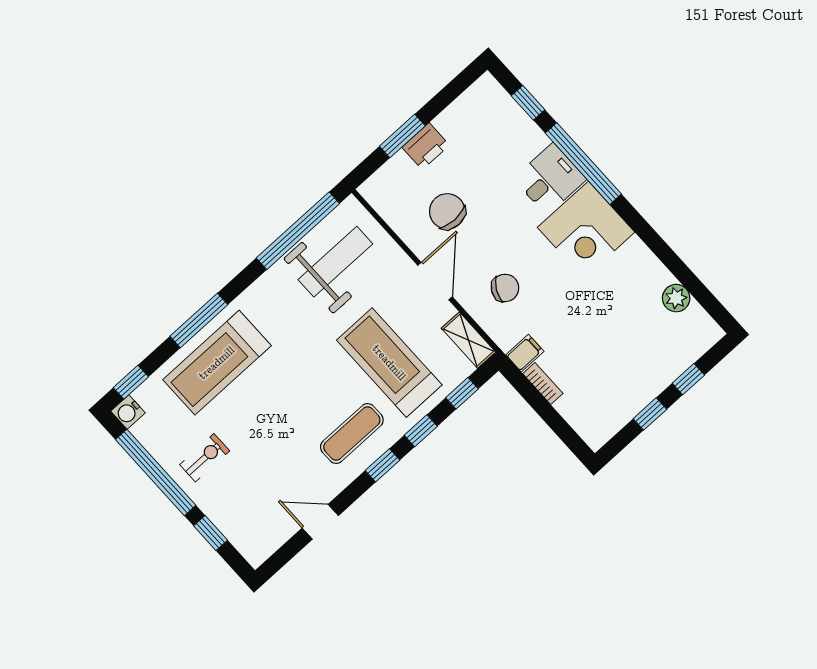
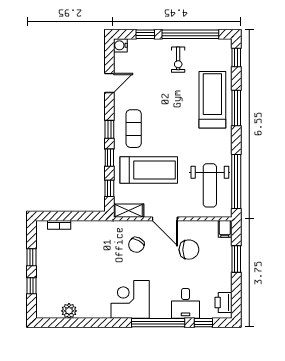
printer: (426, 146) -> (223, 302), moved
desk: (550, 179) -> (186, 303), moved
filing cabinet: (525, 353) -> (225, 229), moved
bookcase: (543, 384) -> (59, 225), moved
water cooler: (128, 412) -> (120, 45), moved, turned -90

